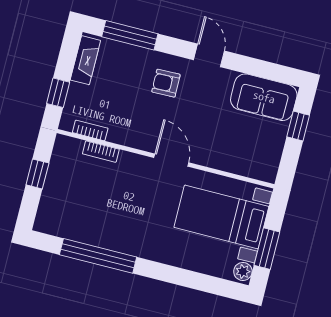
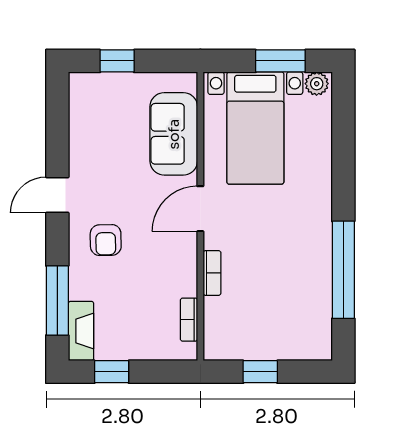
fireplace: (85, 60) -> (81, 331), moved, turned 90
window: (58, 93) -> (112, 372), moved
sofa: (264, 97) -> (174, 134), moved, turned 180
bookcase: (101, 152) -> (212, 273), moved

